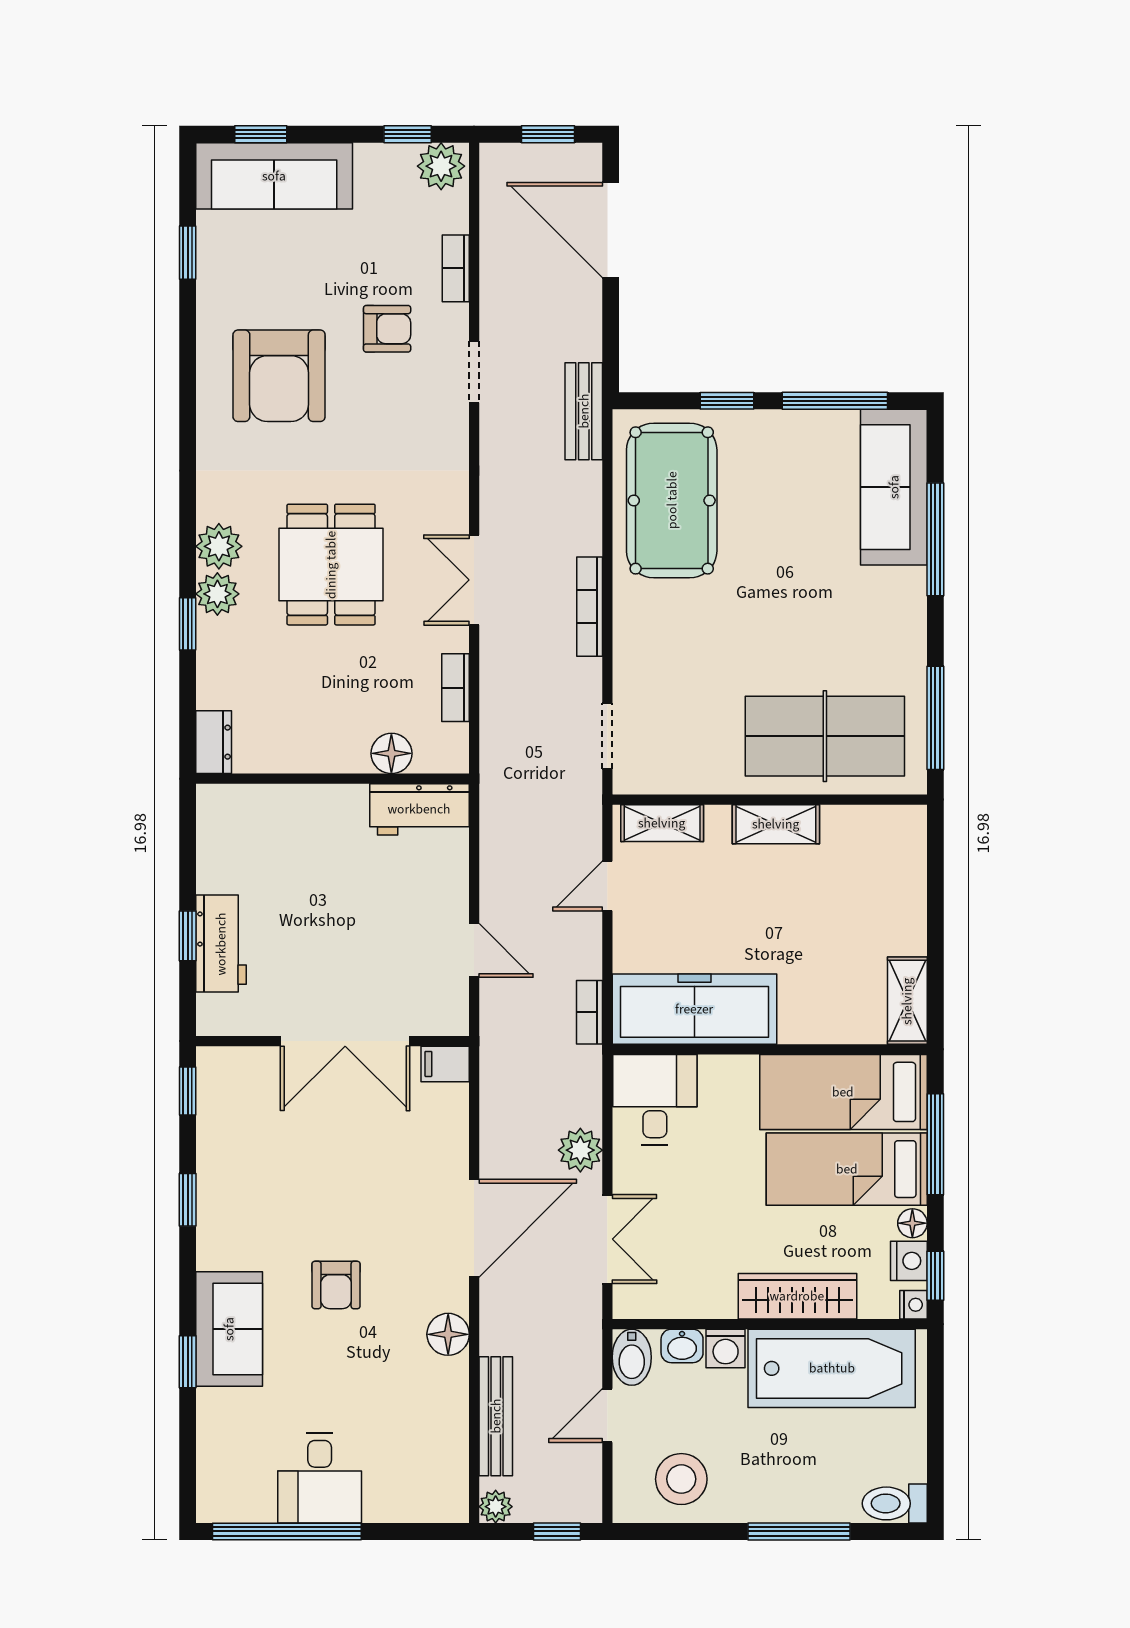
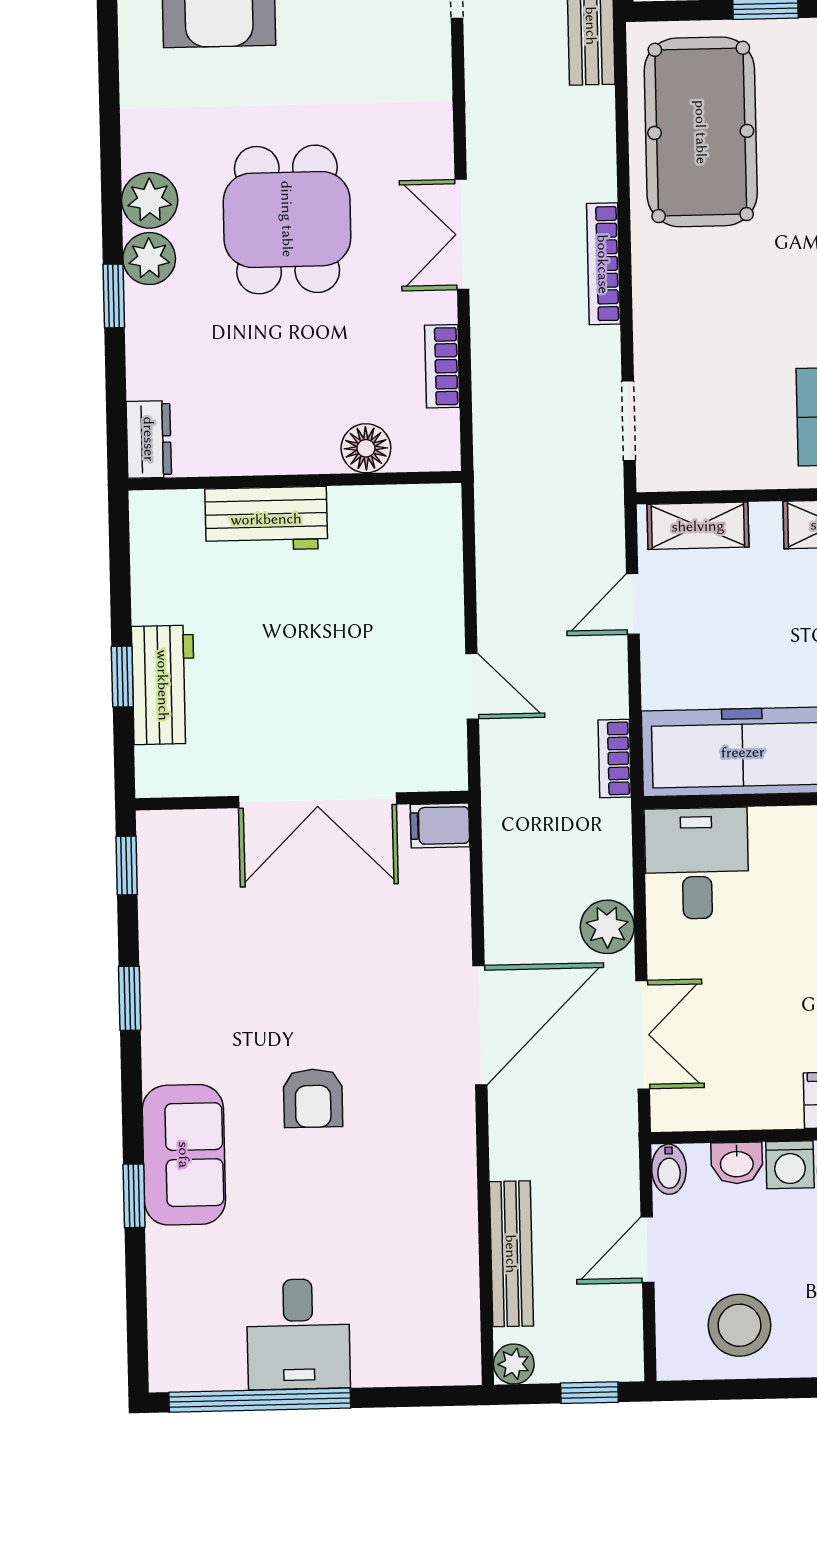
workbench: (419, 809) -> (266, 519), moved
floor lamp: (448, 1334) -> (451, 1155), removed
bidet: (632, 1357) -> (669, 1169), width x0.72, depth x0.74

